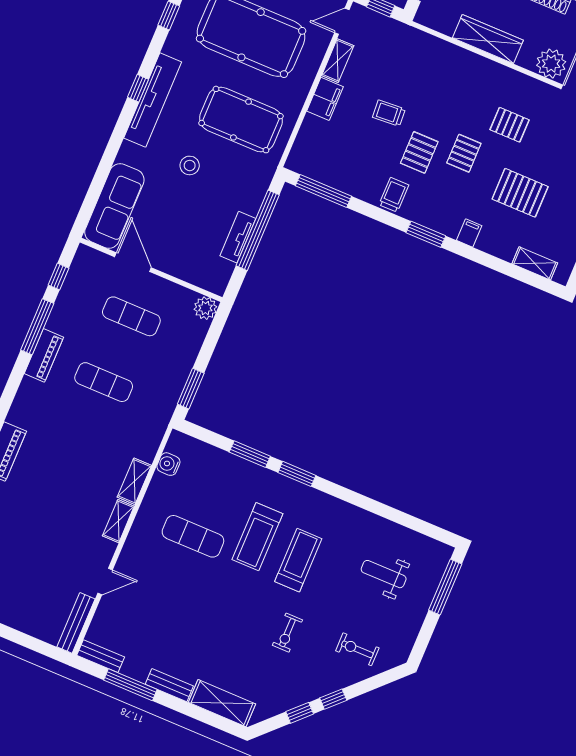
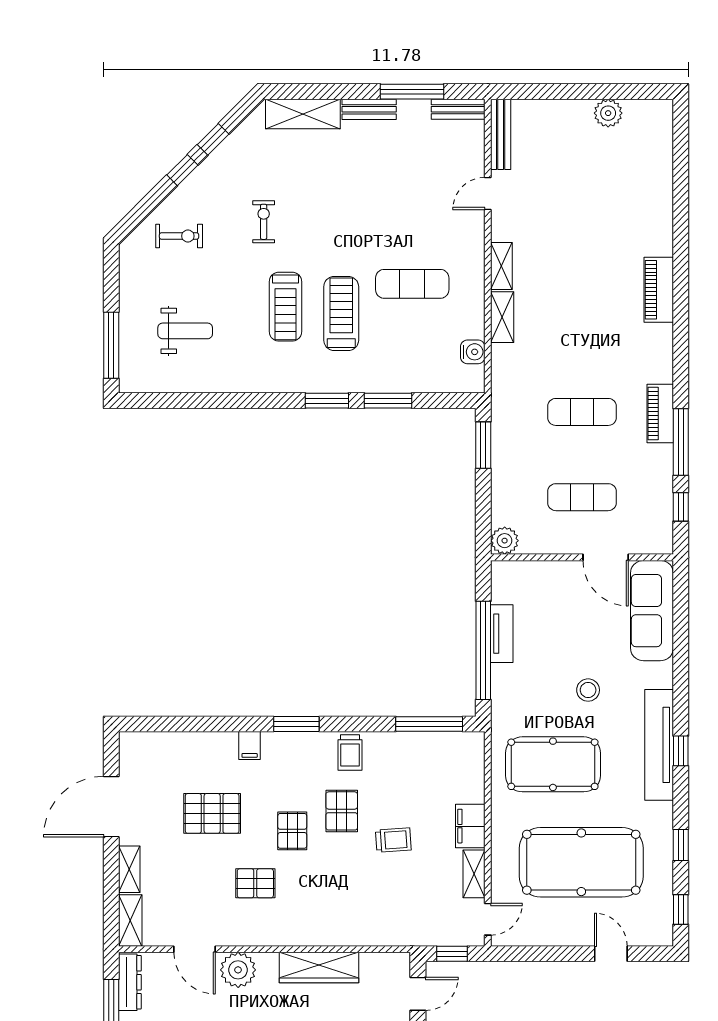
shelving: (535, 263) -> (163, 743), removed

